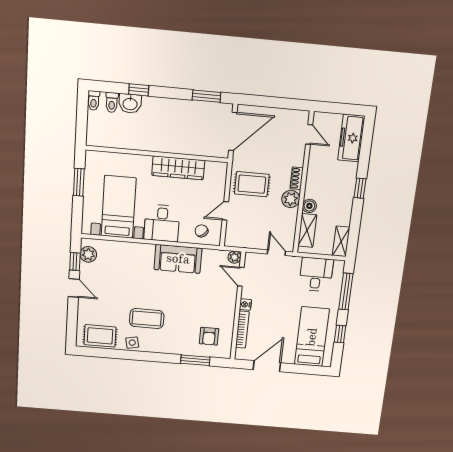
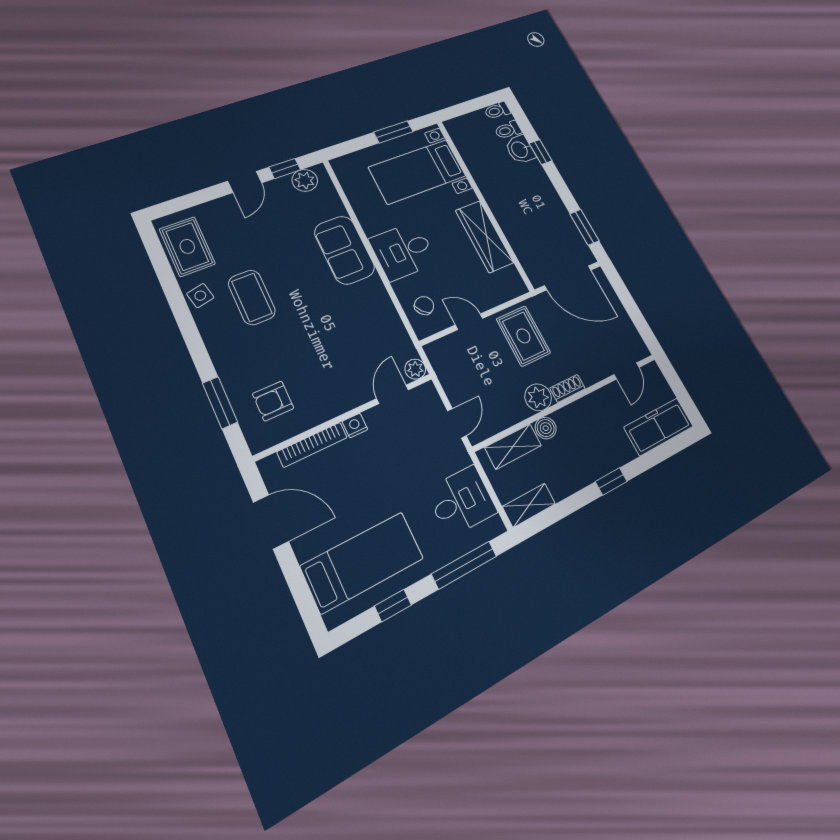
bed with nightstands: (119, 207) -> (418, 172), moved, turned 180
sofa: (178, 259) -> (344, 250), moved

